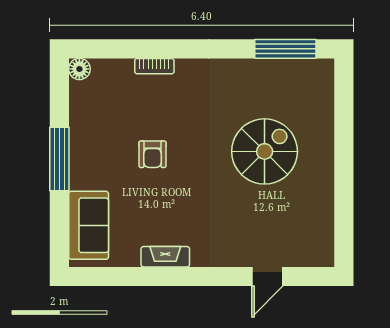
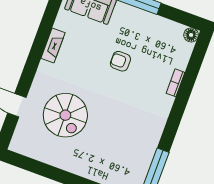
spiral stairs: (265, 151) -> (65, 115), moved

